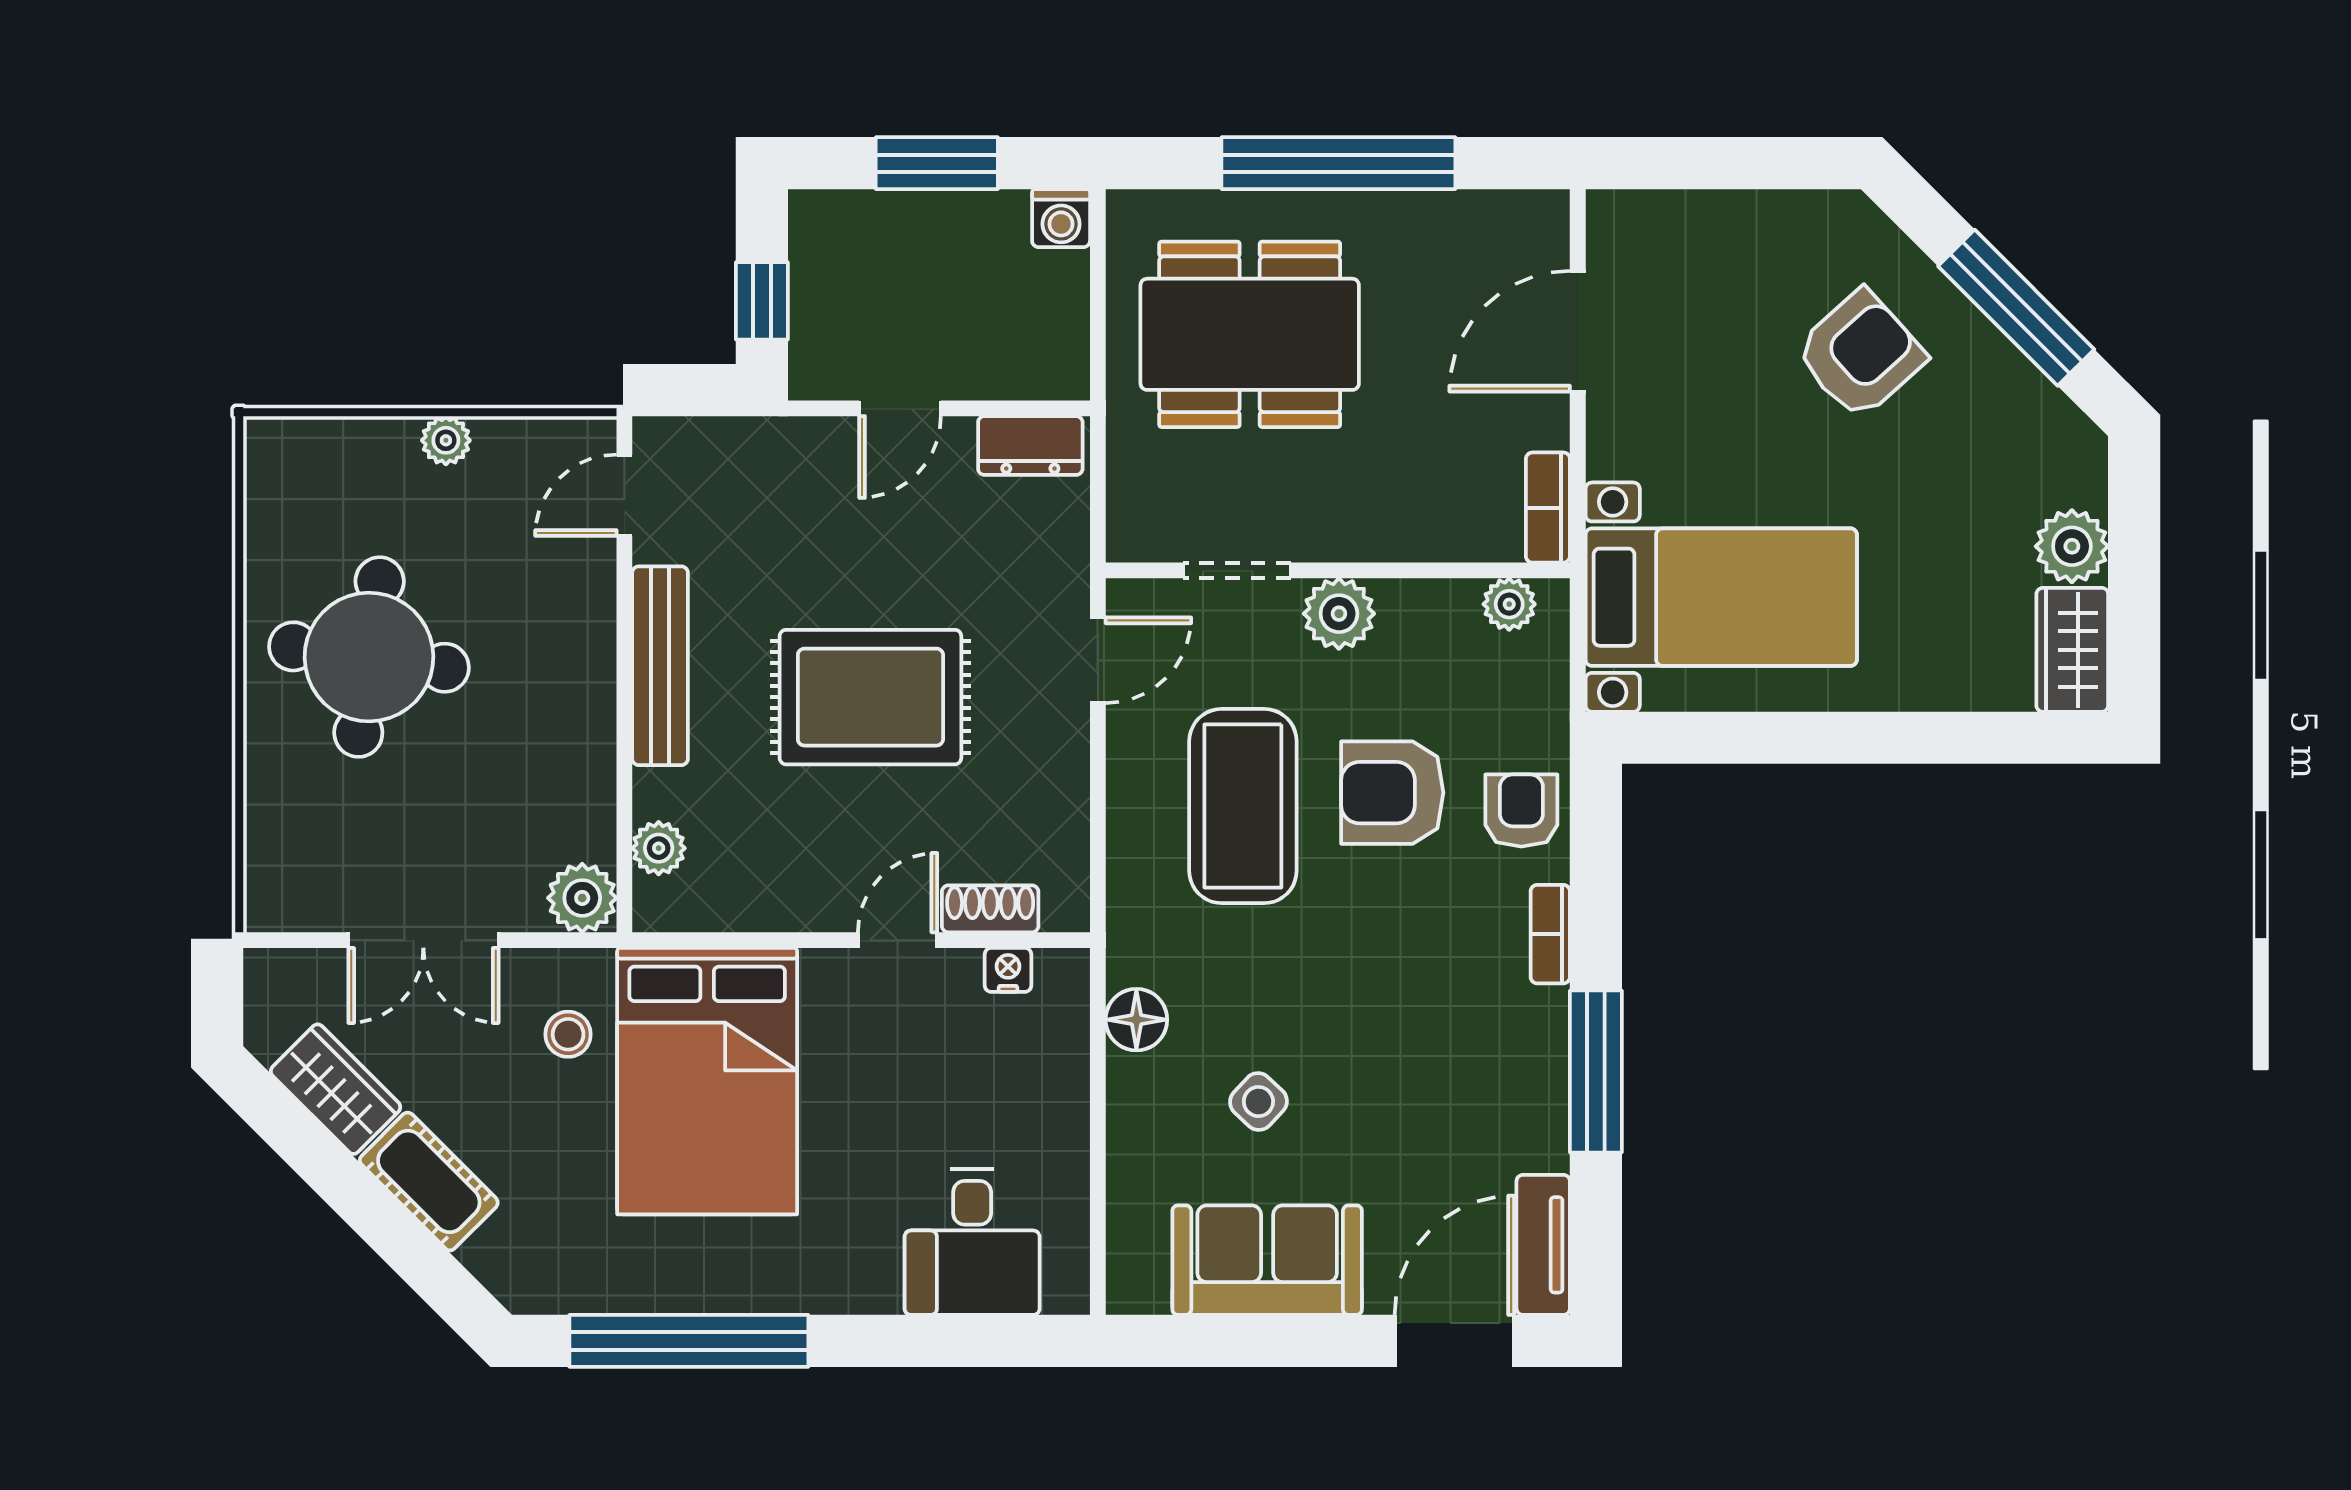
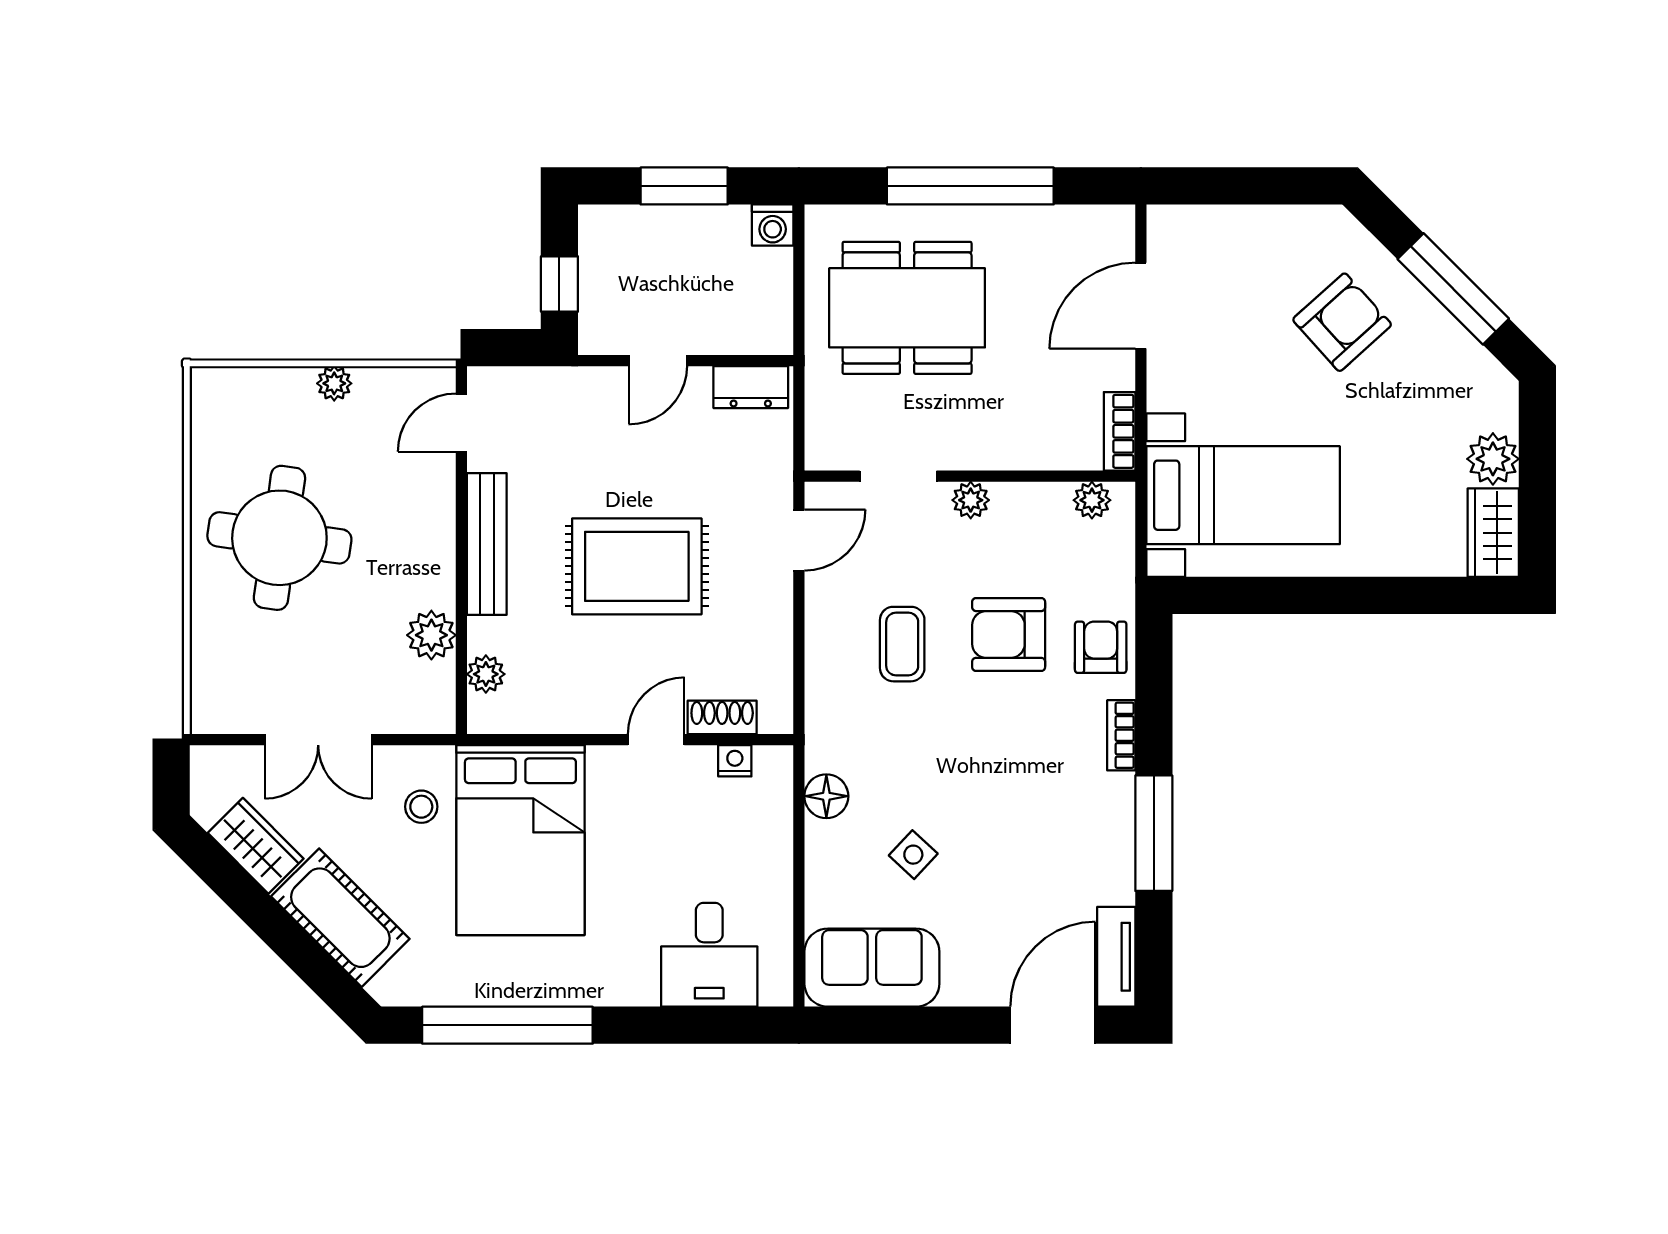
plant: (1339, 614) -> (971, 500), width x0.73, depth x0.73
coffee table: (1243, 806) -> (902, 644), width x0.54, depth x0.58
plant: (582, 898) -> (431, 635), moved
cot: (429, 1181) -> (340, 918), width x1.37, depth x1.34
sofa: (1267, 1260) -> (872, 968), moved

